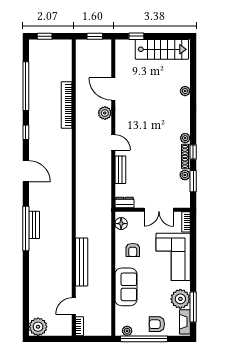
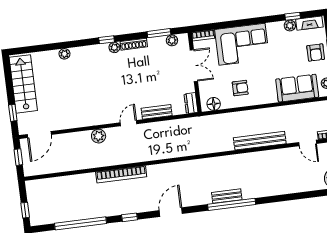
door: (113, 89) -> (39, 135), moved
bookcase: (67, 105) -> (121, 174), moved
window: (193, 152) -> (107, 40), moved
plant: (185, 175) -> (172, 40), moved
sofa: (126, 287) -> (297, 88), moved
plant: (180, 299) -> (290, 25), width x0.53, depth x0.53
window: (193, 307) -> (293, 16), width x0.46

